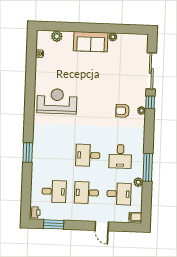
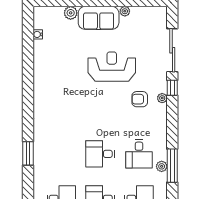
plant: (57, 36) -> (71, 13), moved
reception desk: (57, 101) -> (112, 67), moved
plant: (138, 182) -> (162, 166), moved

